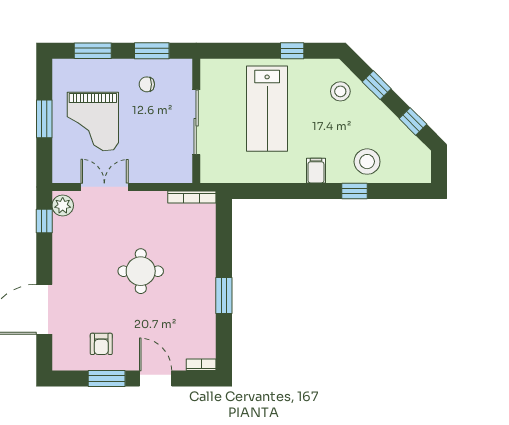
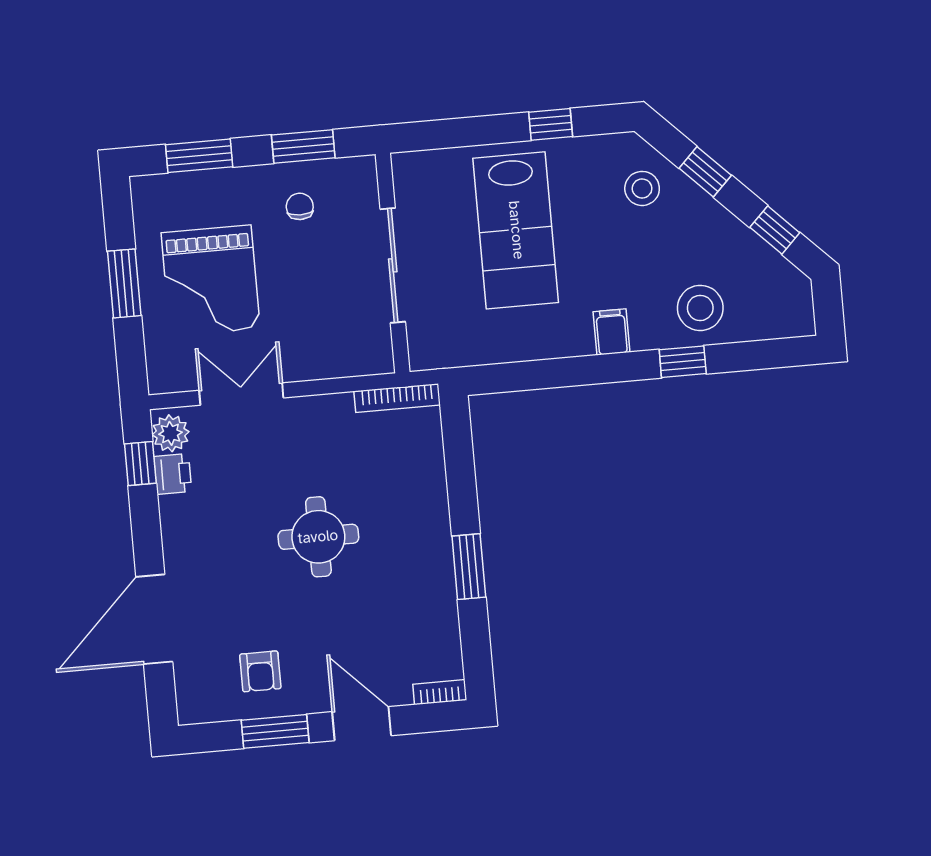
chair: (147, 84) -> (300, 206), turned 90
printer: (62, 228) -> (173, 474), added

